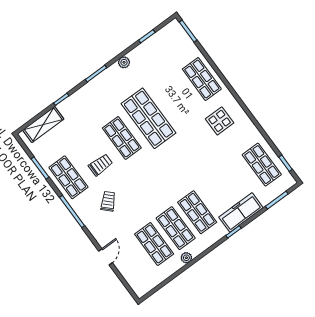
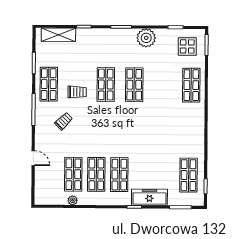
plant: (124, 62) -> (146, 38), width x1.87, depth x1.87
shop shelf: (148, 118) -> (134, 85), width x0.70, depth x0.74
display table: (220, 121) -> (187, 46), moved
door: (106, 257) -> (33, 158), hinge flipped
plant: (186, 258) -> (73, 200), moved

